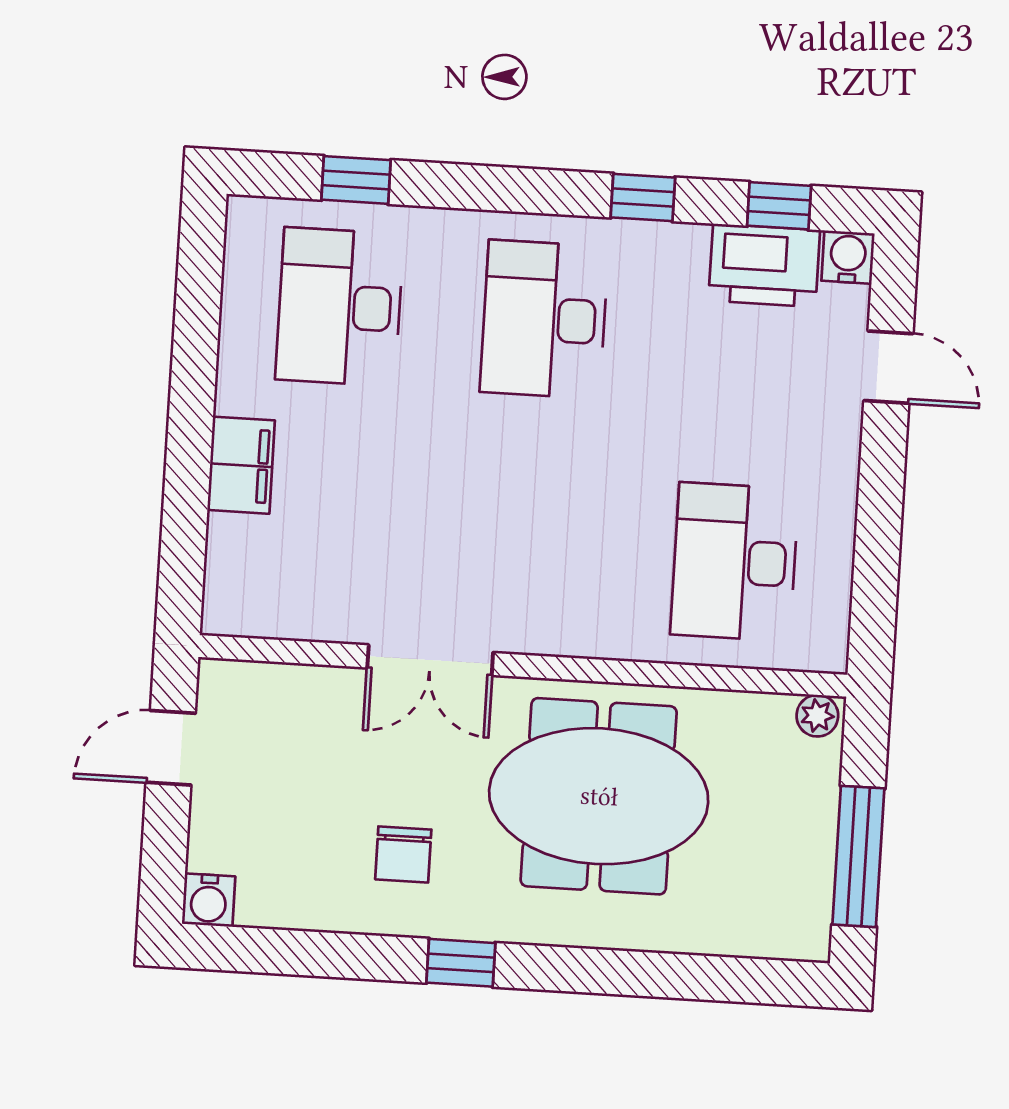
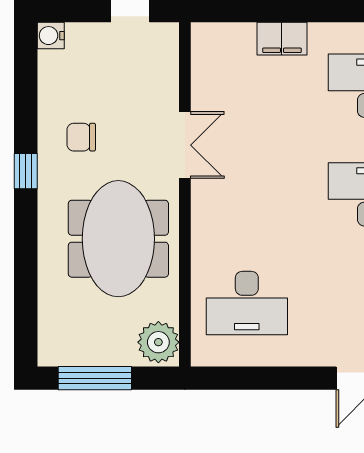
desk: (735, 562) -> (247, 303), turned 180
double door: (430, 660) -> (185, 145), swing flipped
plant: (817, 716) -> (158, 342), width x1.88, depth x1.88

